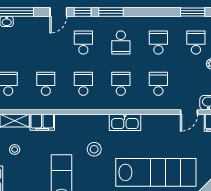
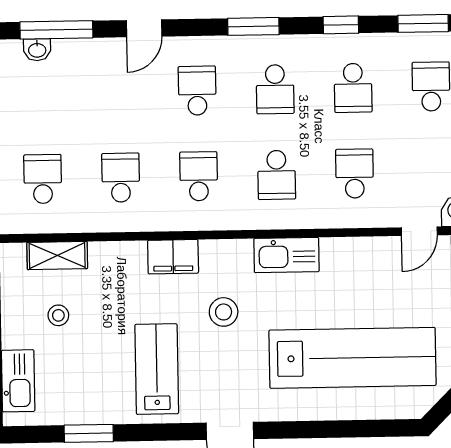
window: (83, 12) -> (341, 25), moved
school desk: (158, 43) -> (353, 88), turned 180
school desk: (121, 84) -> (277, 175), turned 180
filing cabinet: (42, 122) -> (173, 257), moved

